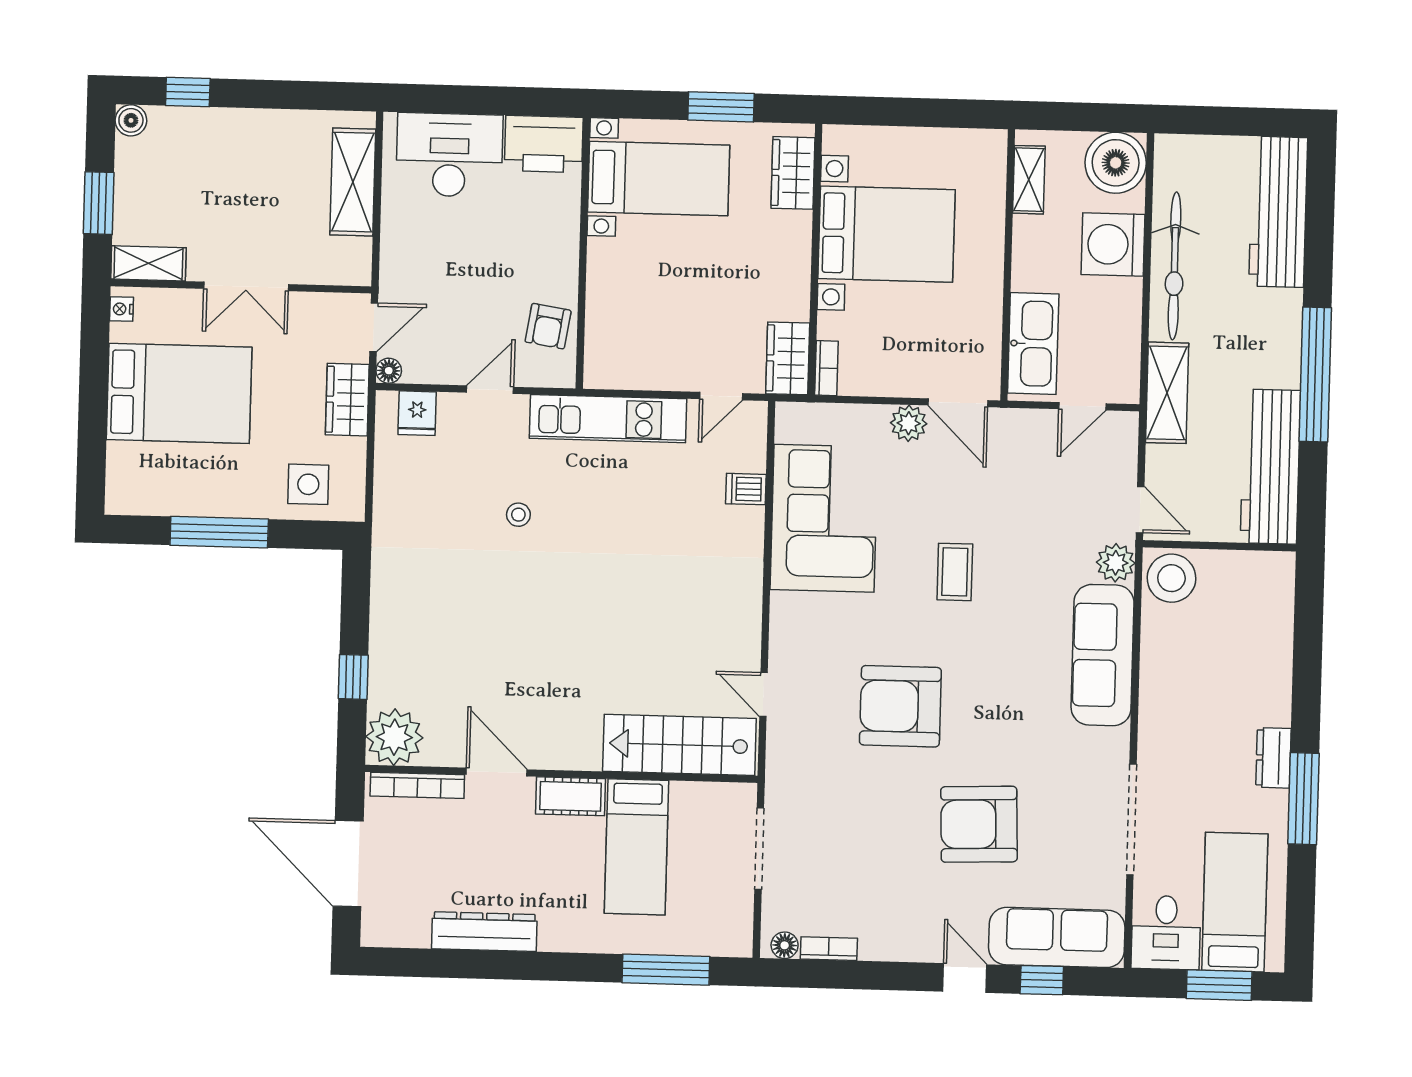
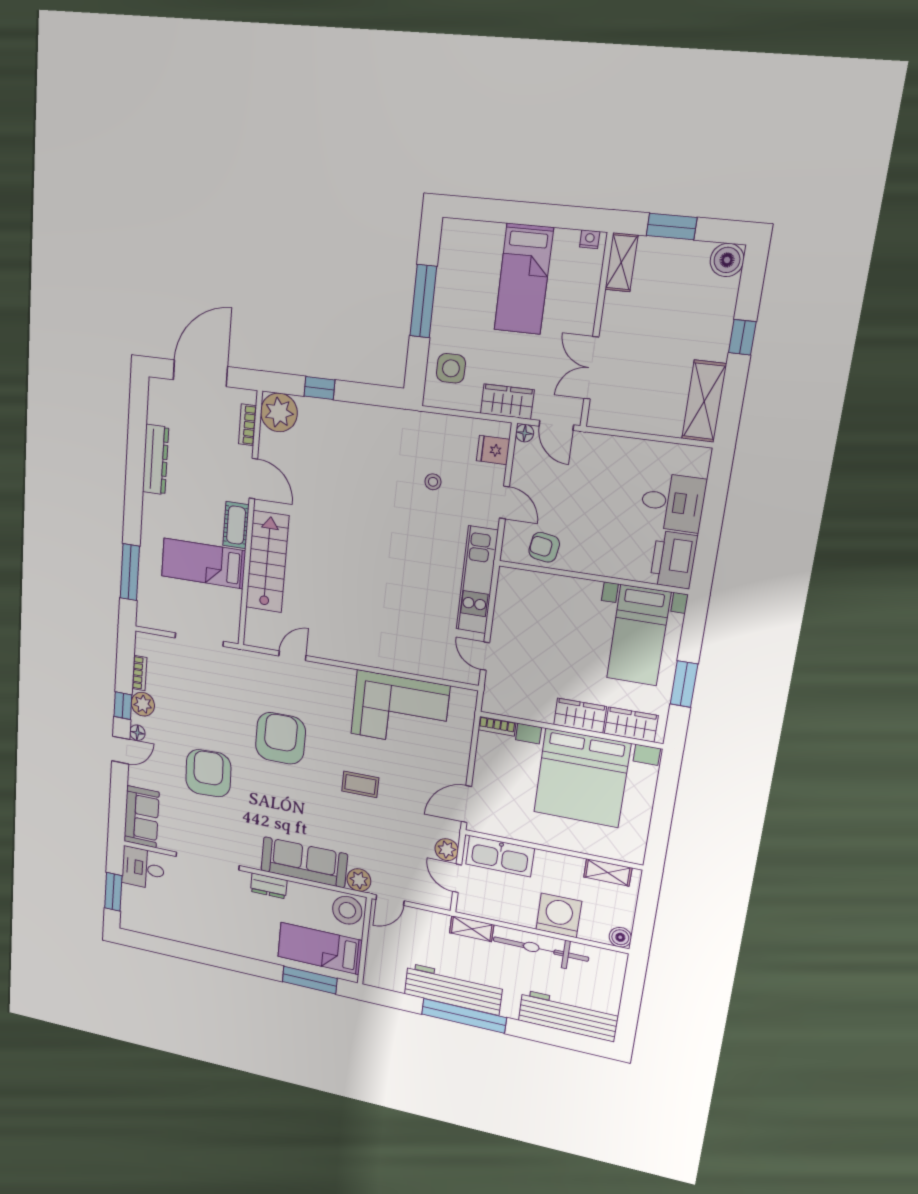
window: (188, 92) -> (742, 337), moved
boiler: (131, 120) -> (727, 260), width x1.36, depth x1.36
desk: (449, 155) -> (673, 502), width x0.73
boiler: (1116, 163) -> (620, 937), width x0.54, depth x0.54
shelving: (353, 182) -> (704, 401), moved, turned 90
bed with nightstands: (887, 234) -> (582, 778), width x1.36
double door: (246, 286) -> (591, 368), moved
wardrobe: (788, 358) -> (580, 716), moved
bed: (179, 393) -> (524, 279), width x0.67
shelving: (1167, 393) -> (472, 929), width x0.67, depth x0.75
plant: (909, 423) -> (447, 850), moved
workbench: (1270, 467) -> (453, 989), moved
dishwasher: (746, 489) -> (423, 663), removed
stool: (518, 515) -> (433, 482), moved
stairs: (679, 745) -> (267, 562), moved
dresser: (1273, 758) -> (269, 886), moved, turned 180
door: (497, 772) -> (253, 479), hinge flipped
bookcase: (417, 785) -> (247, 425), width x0.64
window: (1303, 799) -> (310, 980), moved
bed: (1235, 902) -> (320, 948), moved, turned 180
sofa: (1057, 937) -> (141, 817), width x0.73
plant: (880, 941) -> (143, 704), added
floor lamp: (785, 945) -> (137, 733), moved
window: (1042, 980) -> (123, 706), moved

